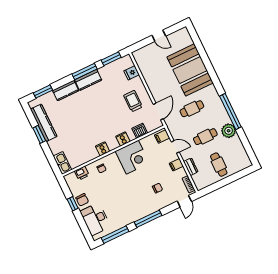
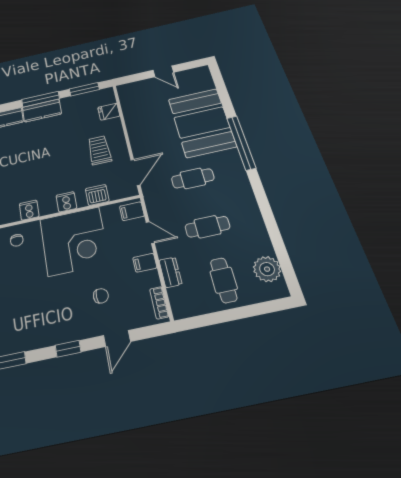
window: (230, 111) -> (241, 143), moved
plant: (229, 131) -> (267, 269), moved
corner desk: (132, 157) -> (74, 241), width x1.36, depth x1.36
door: (184, 201) -> (117, 338), moved
window: (148, 219) -> (68, 349), width x0.46

